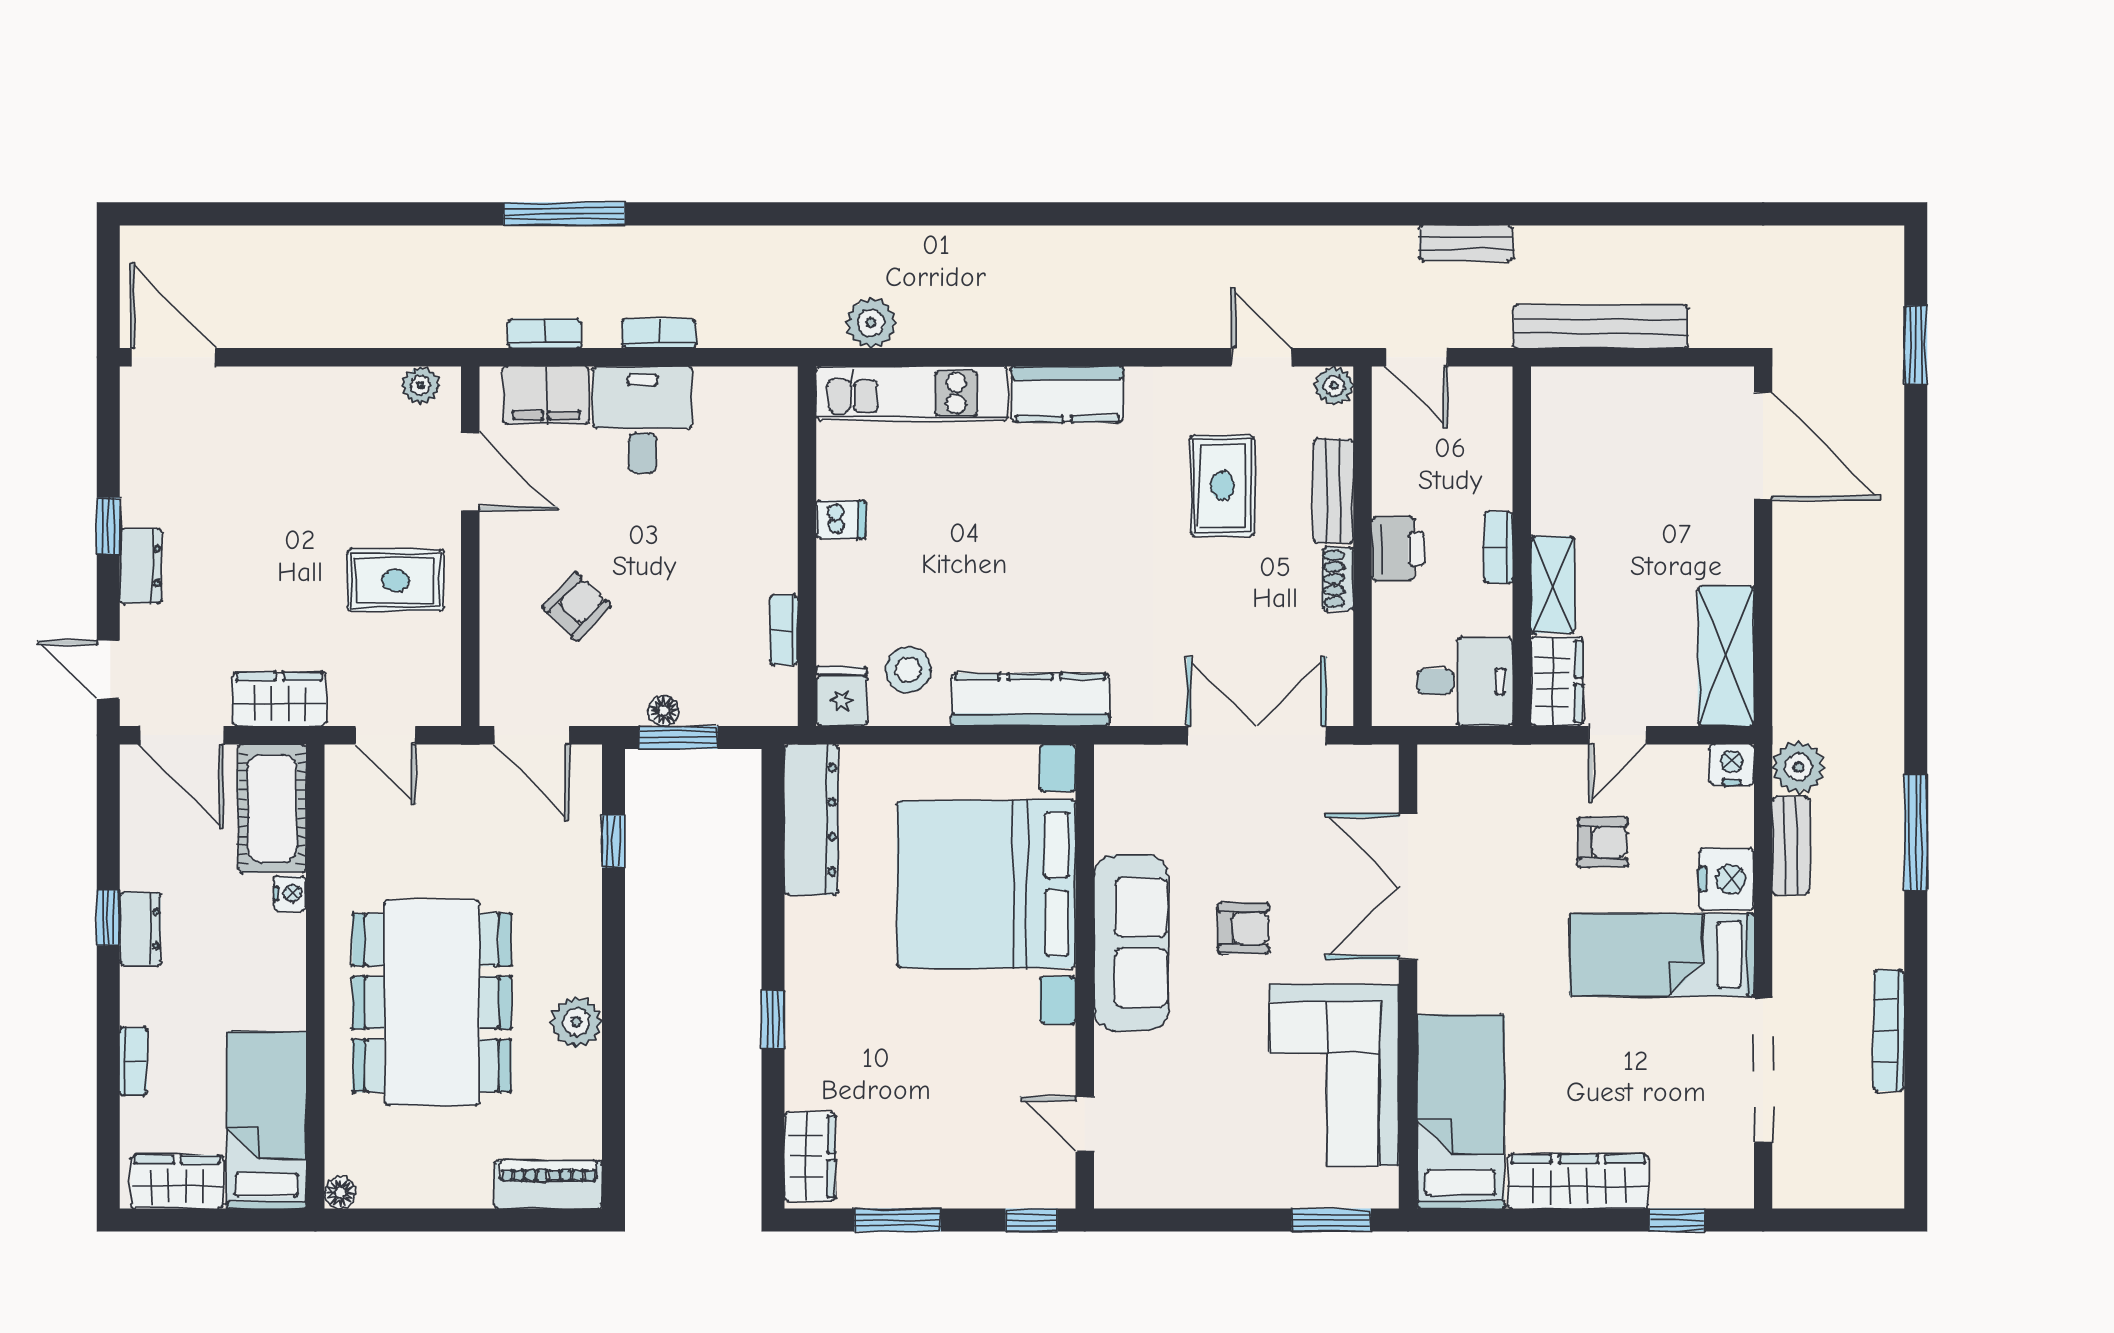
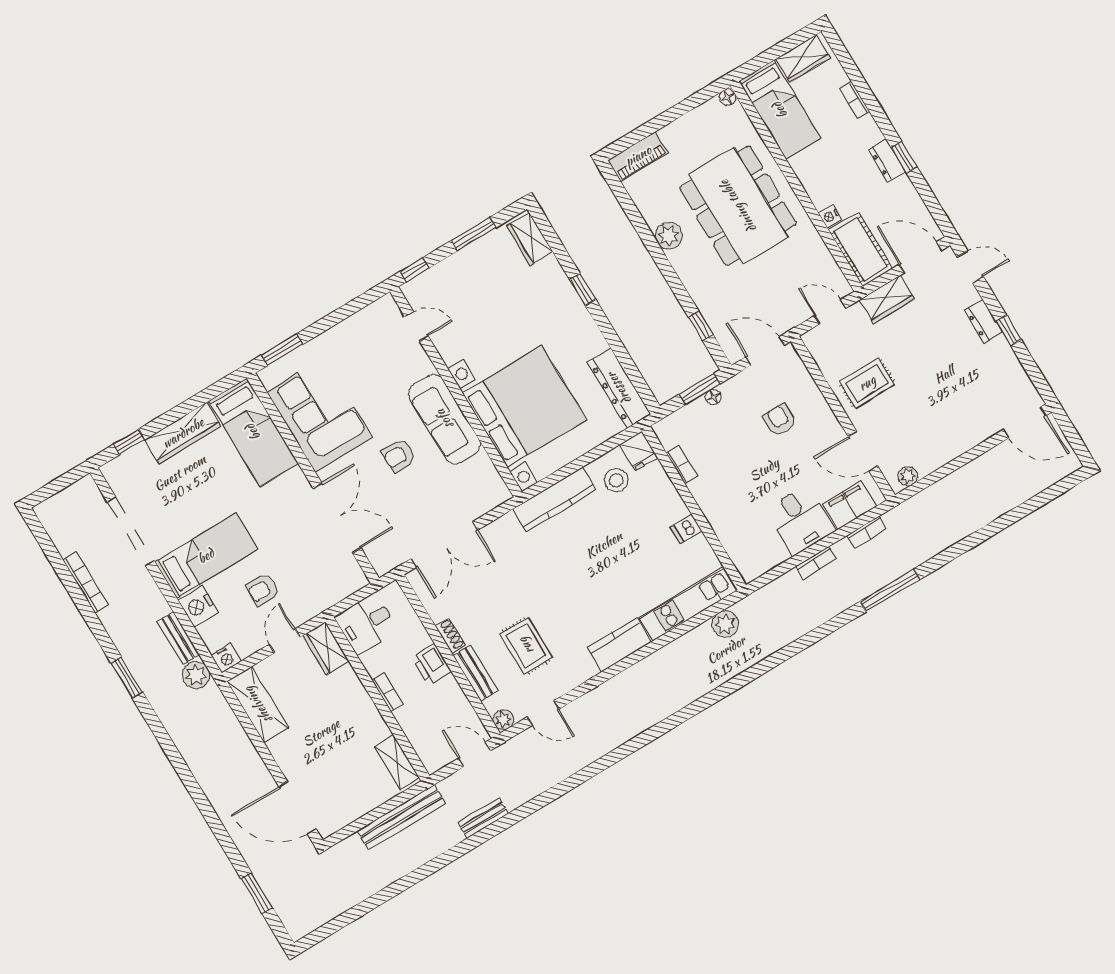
shelving: (1553, 585) -> (397, 762), moved
armchair: (577, 606) -> (780, 420), turned 136
window: (1916, 833) -> (127, 677), width x0.69

